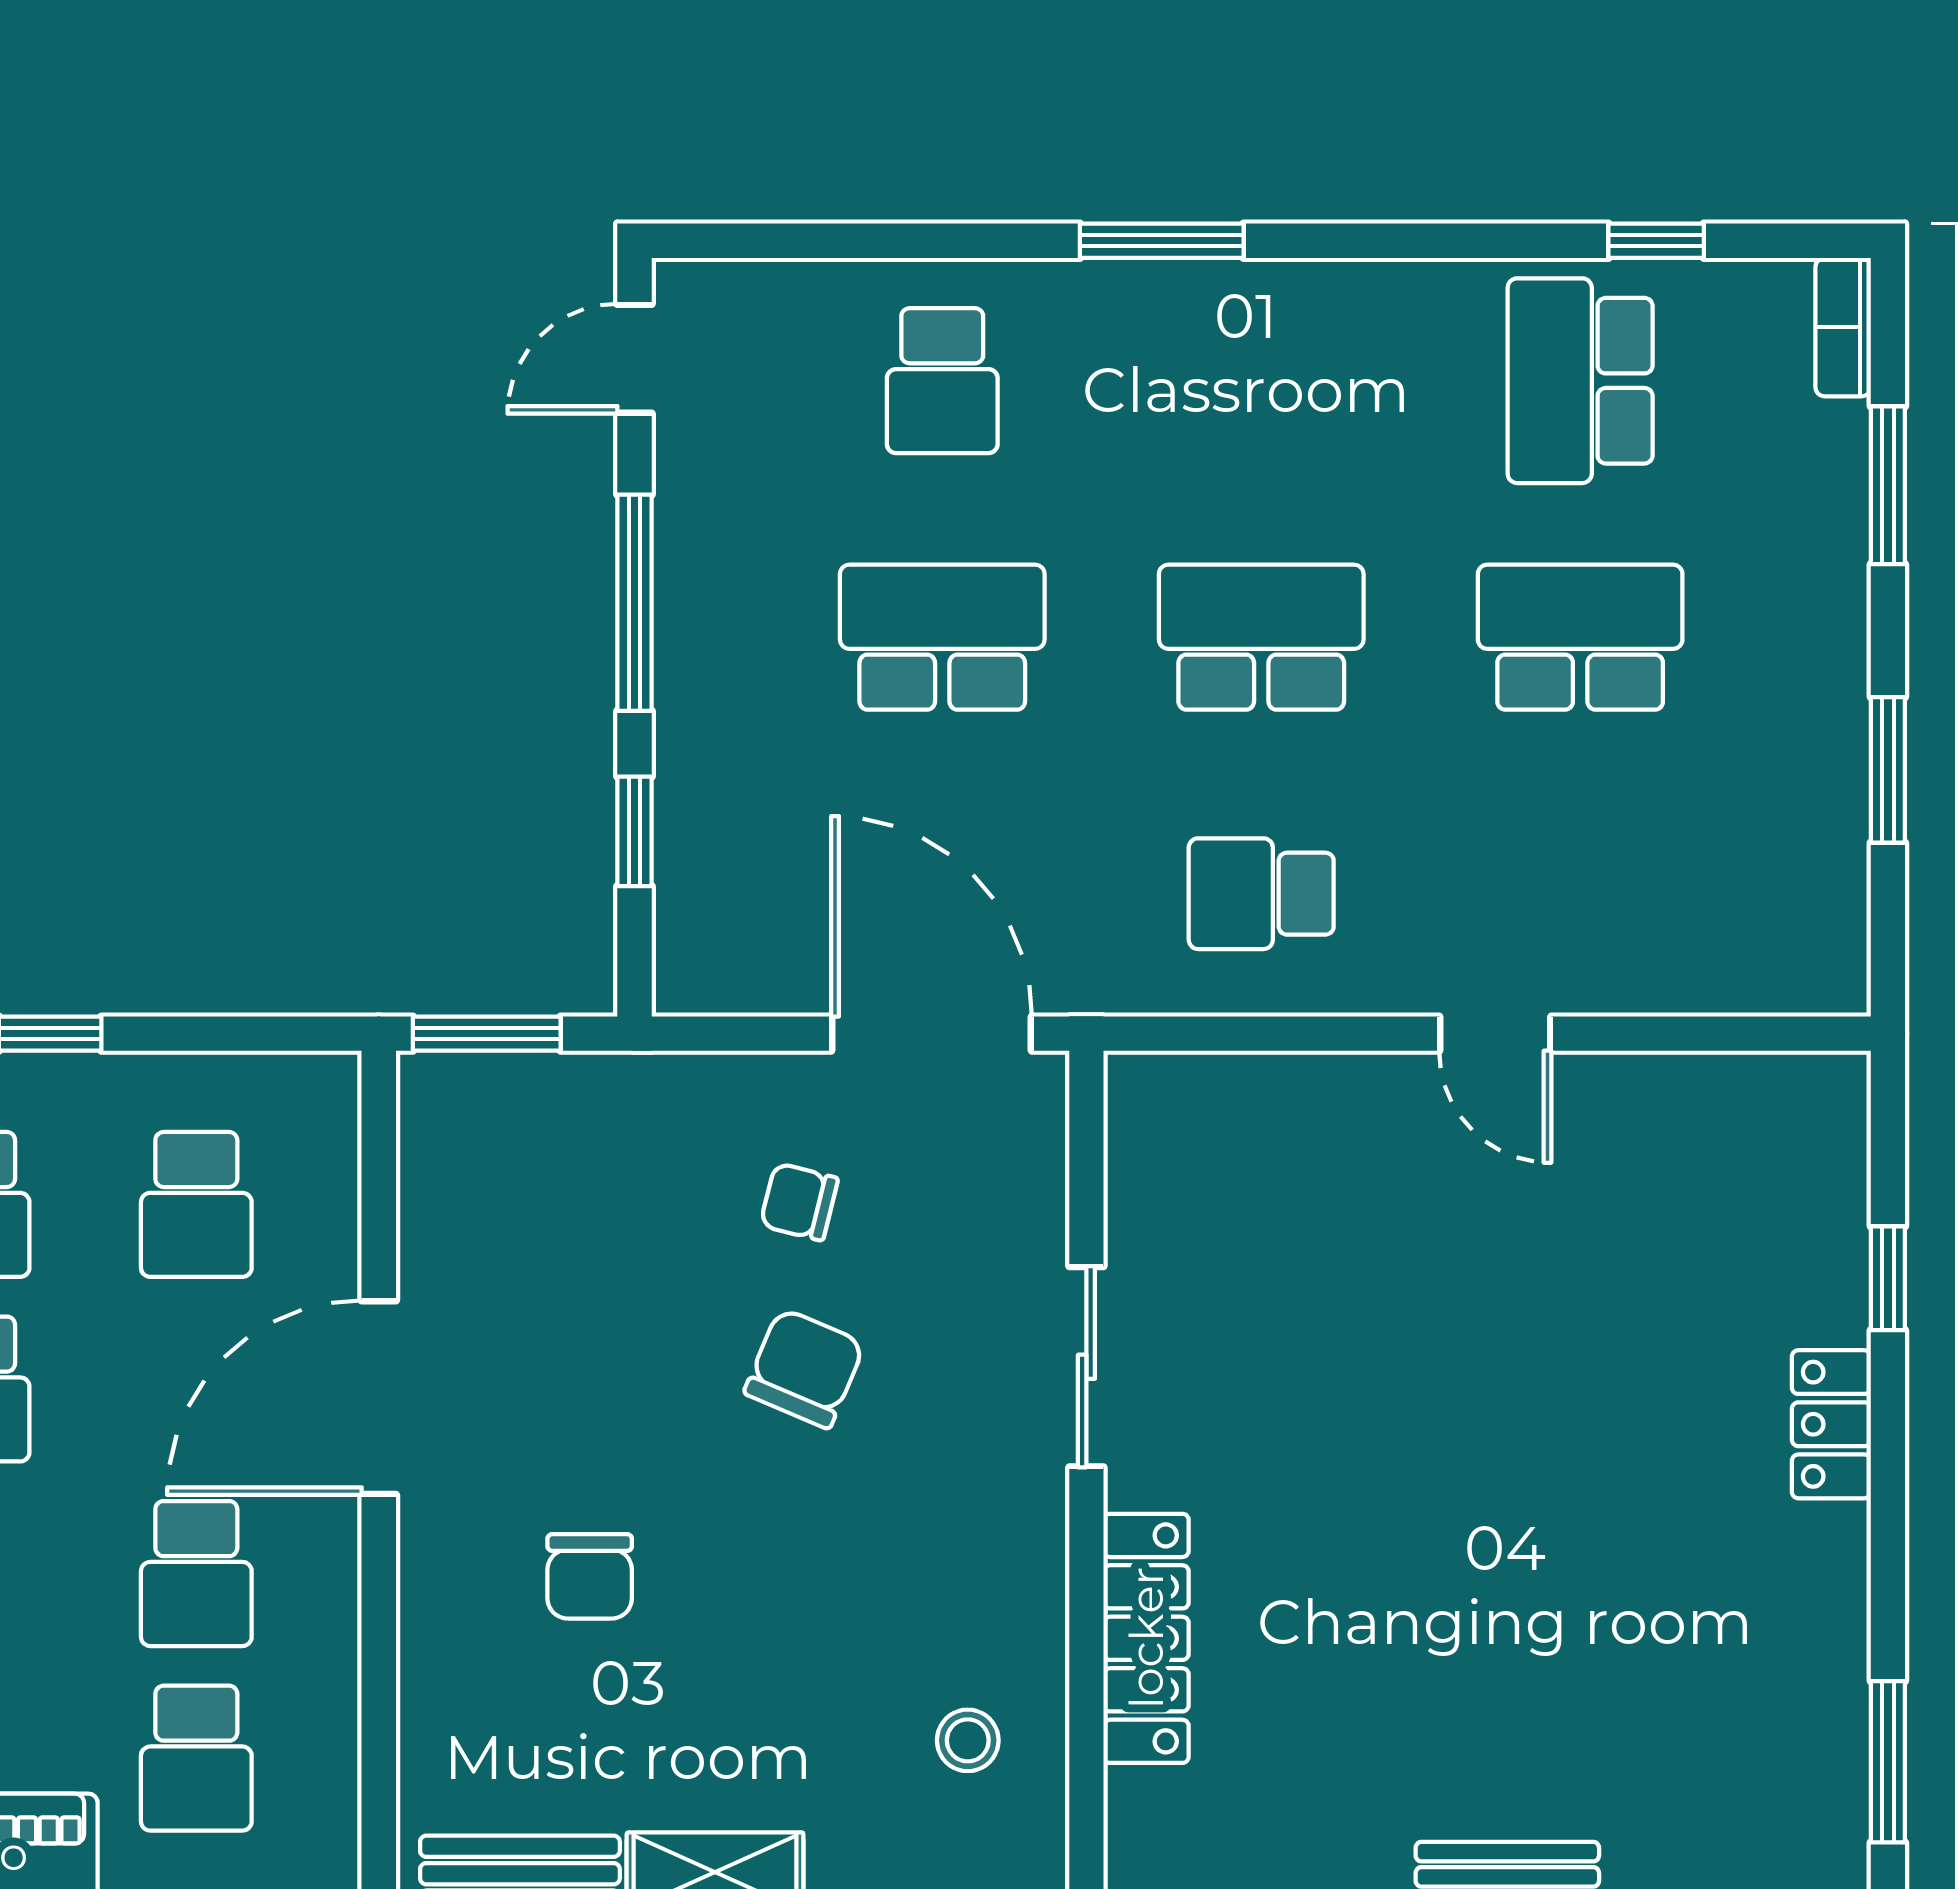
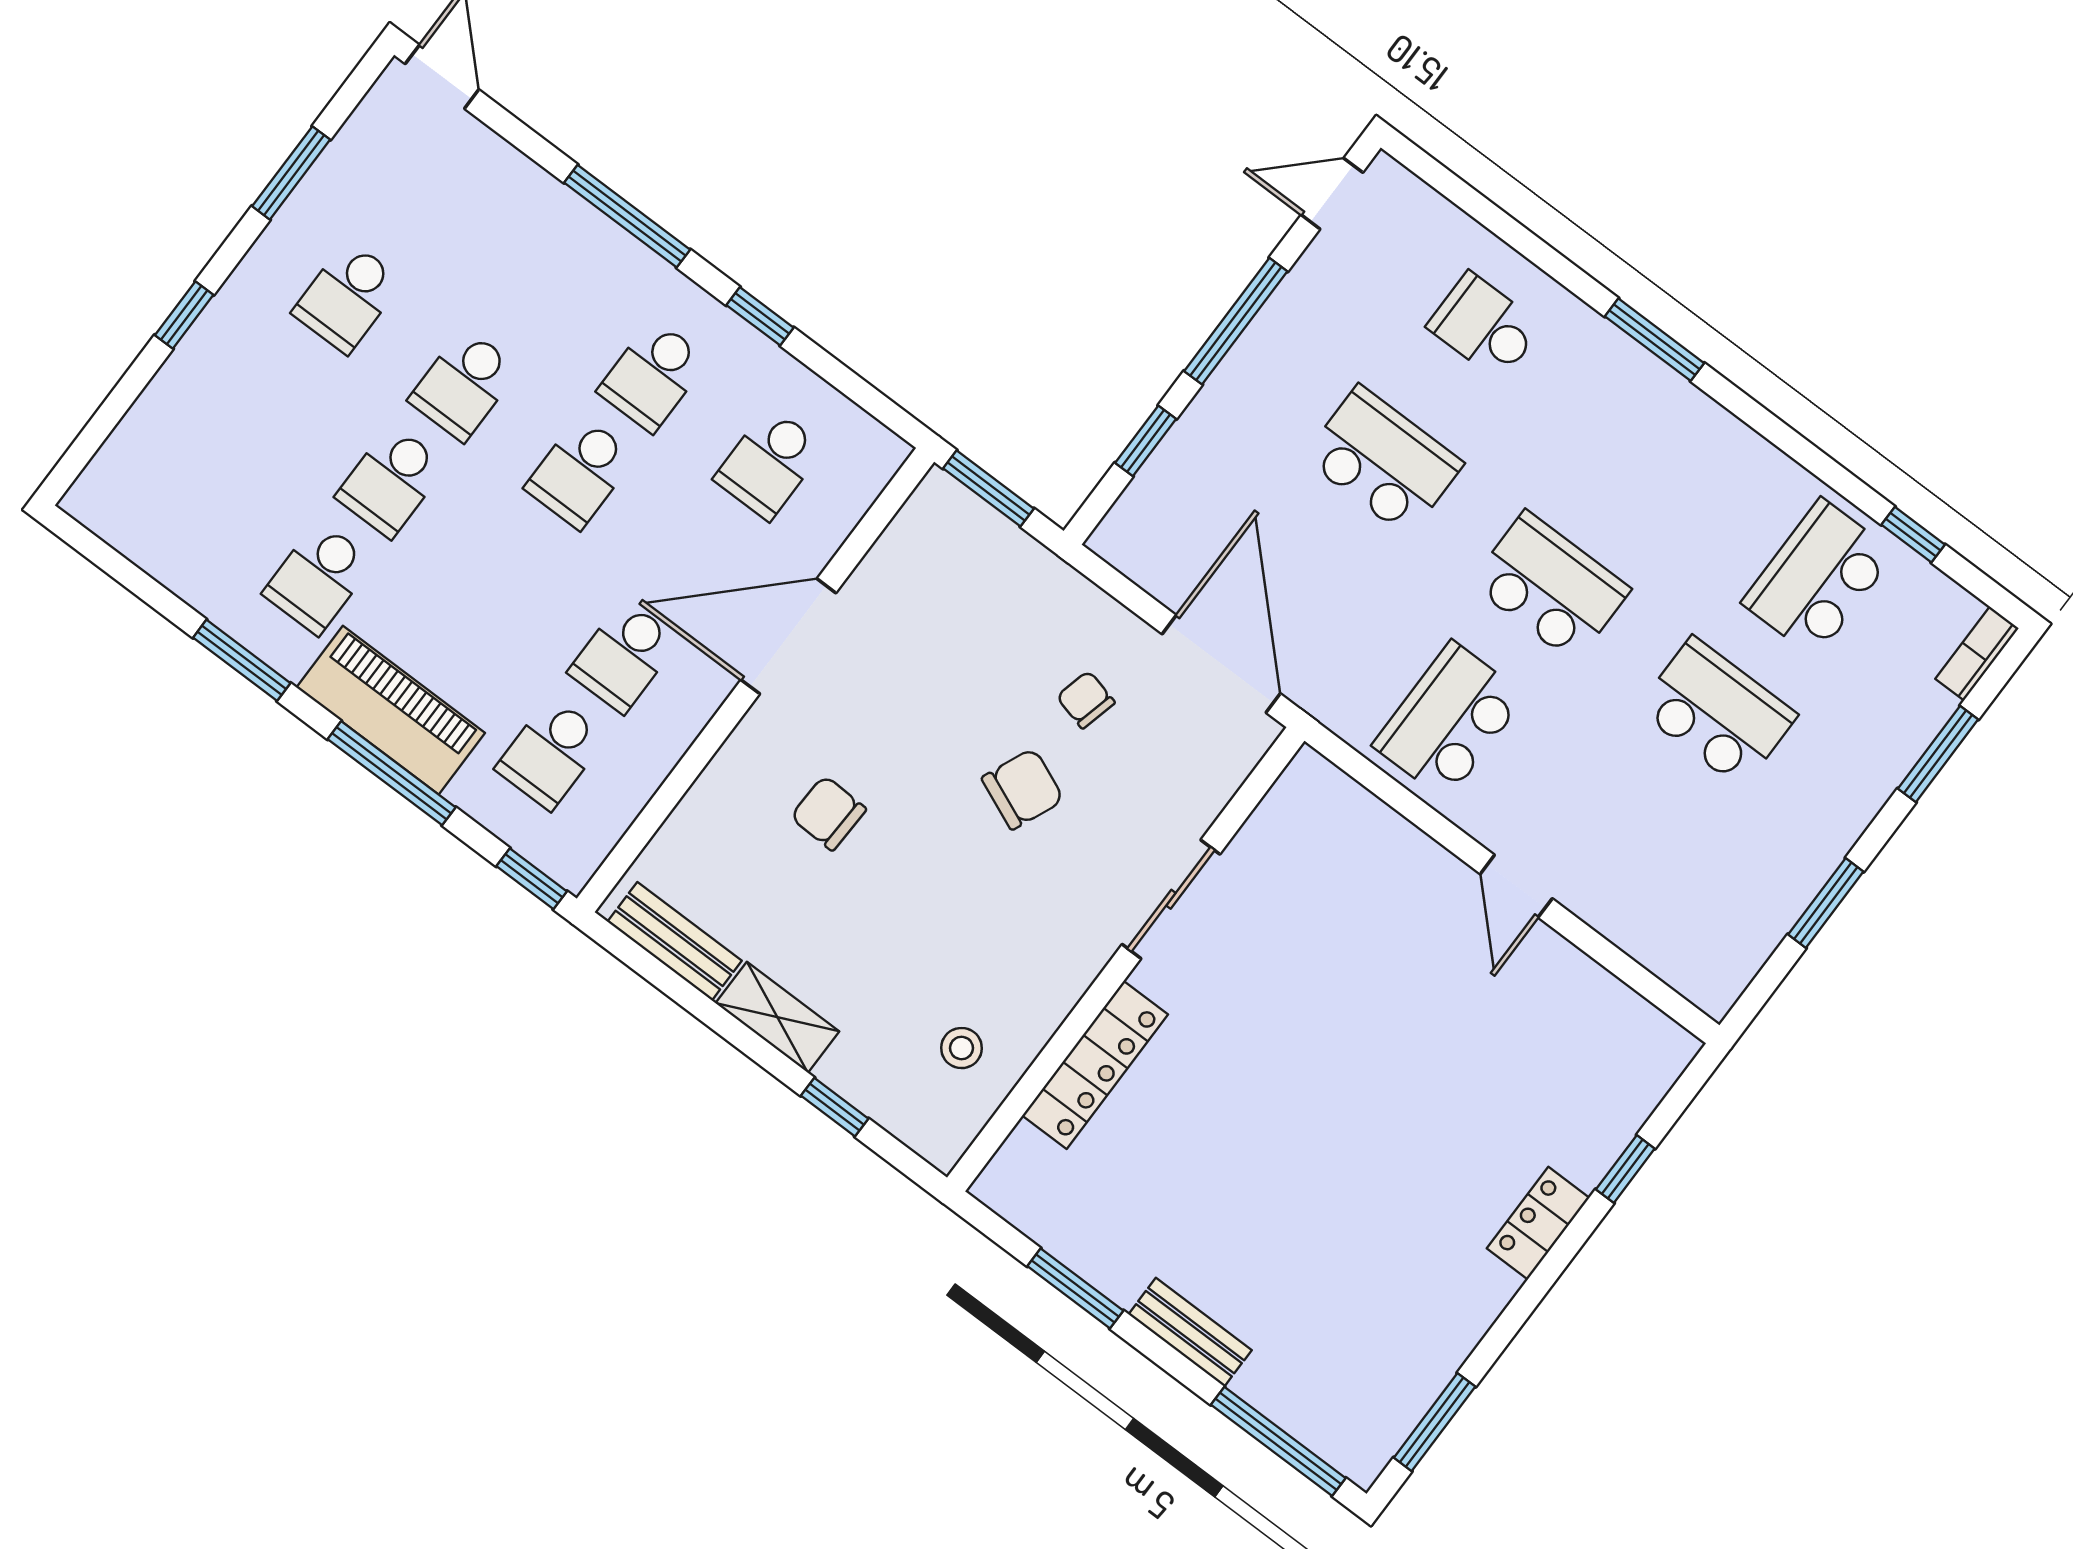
school desk: (942, 381) -> (1484, 326), turned 90
school desk: (1261, 894) -> (1449, 721), width x1.85
chair: (590, 1576) -> (828, 813), turned 92

